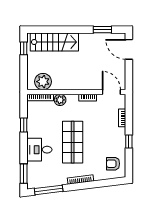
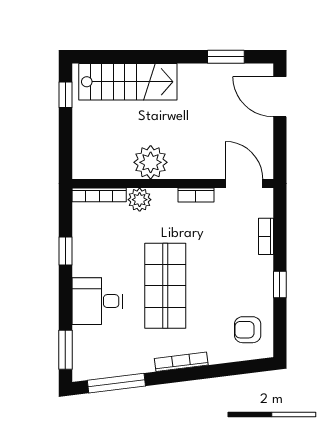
plant: (43, 82) -> (151, 162), moved

